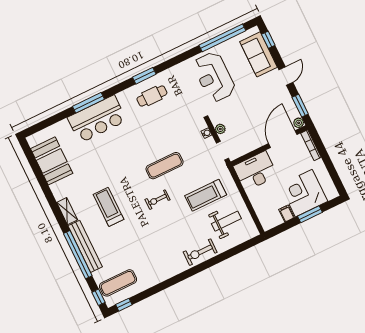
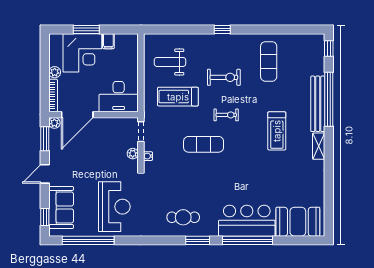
window: (144, 76) -> (198, 240), moved
window: (88, 103) -> (247, 240), width x1.46
booth: (52, 161) -> (298, 222), moved, turned 90
plant: (319, 165) -> (55, 72), added
treadmill: (206, 195) -> (178, 97), turned 180
exercise bike: (200, 252) -> (224, 77), moved
exercise mat: (118, 283) -> (269, 61), moved, turned 90
window: (124, 305) -> (222, 29), moved

